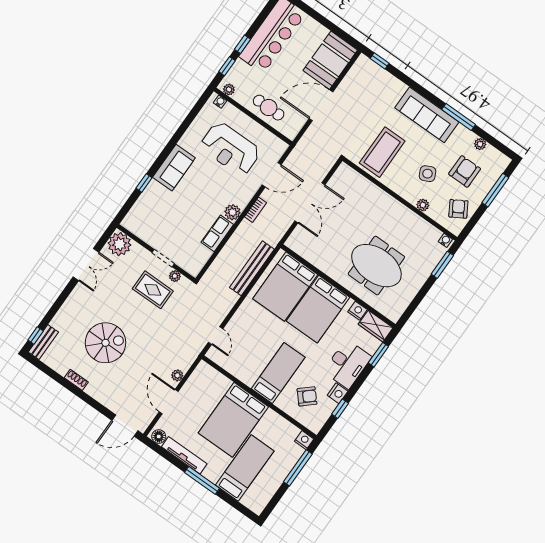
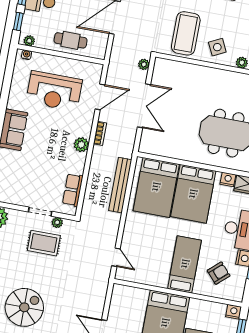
side table: (427, 174) -> (217, 47), moved
row of seats: (217, 233) -> (73, 190), moved
plant: (177, 375) -> (144, 64), moved

